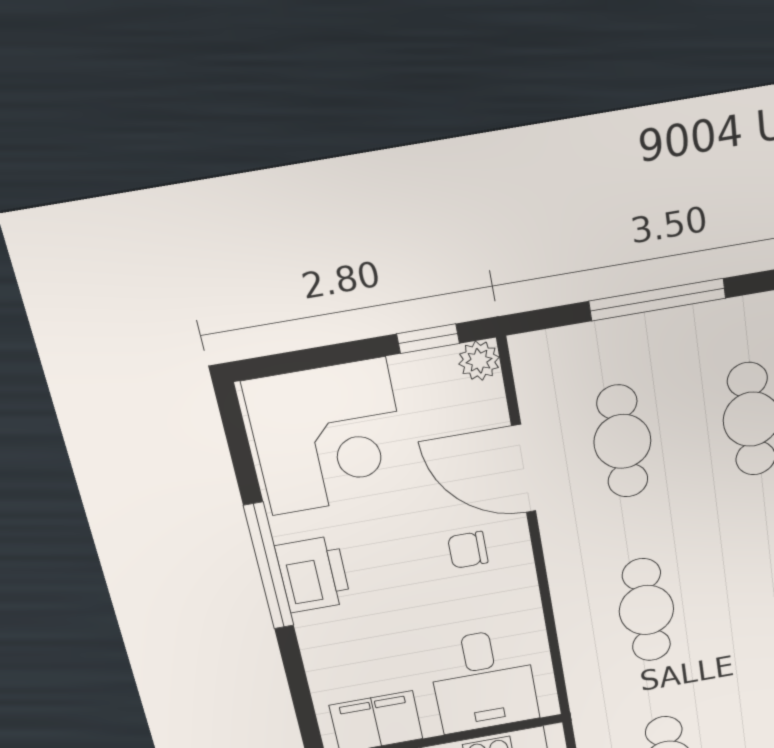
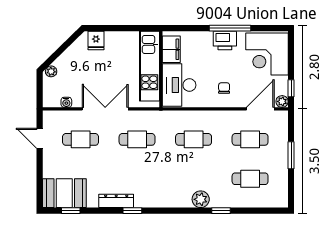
window: (657, 300) -> (291, 155), width x0.69
door: (524, 469) -> (260, 109), moved
desk: (483, 681) -> (179, 85), width x1.37

